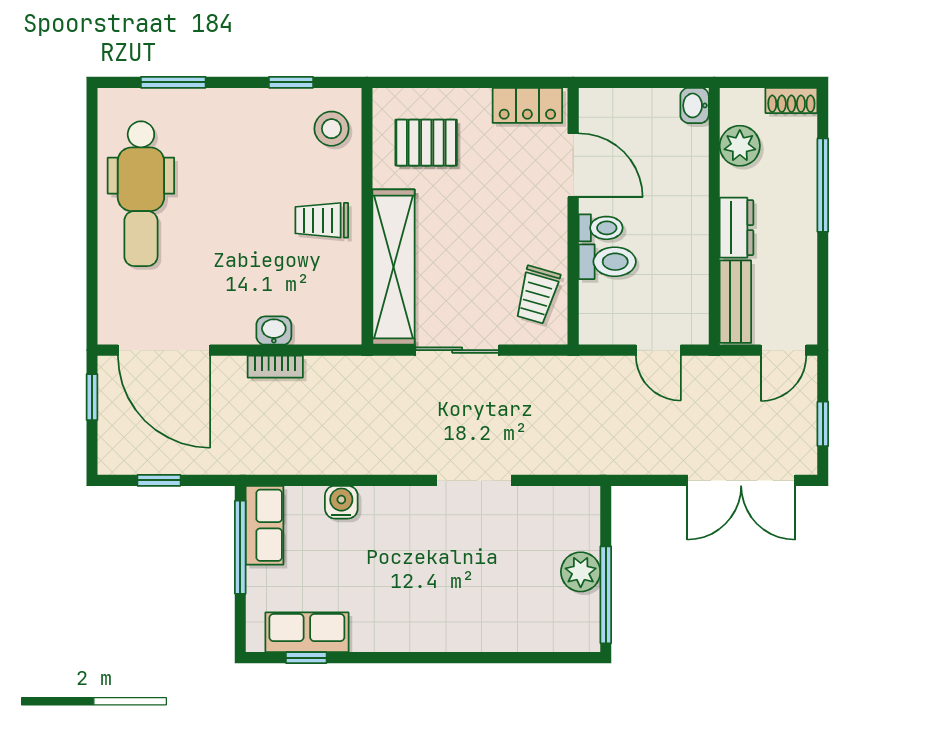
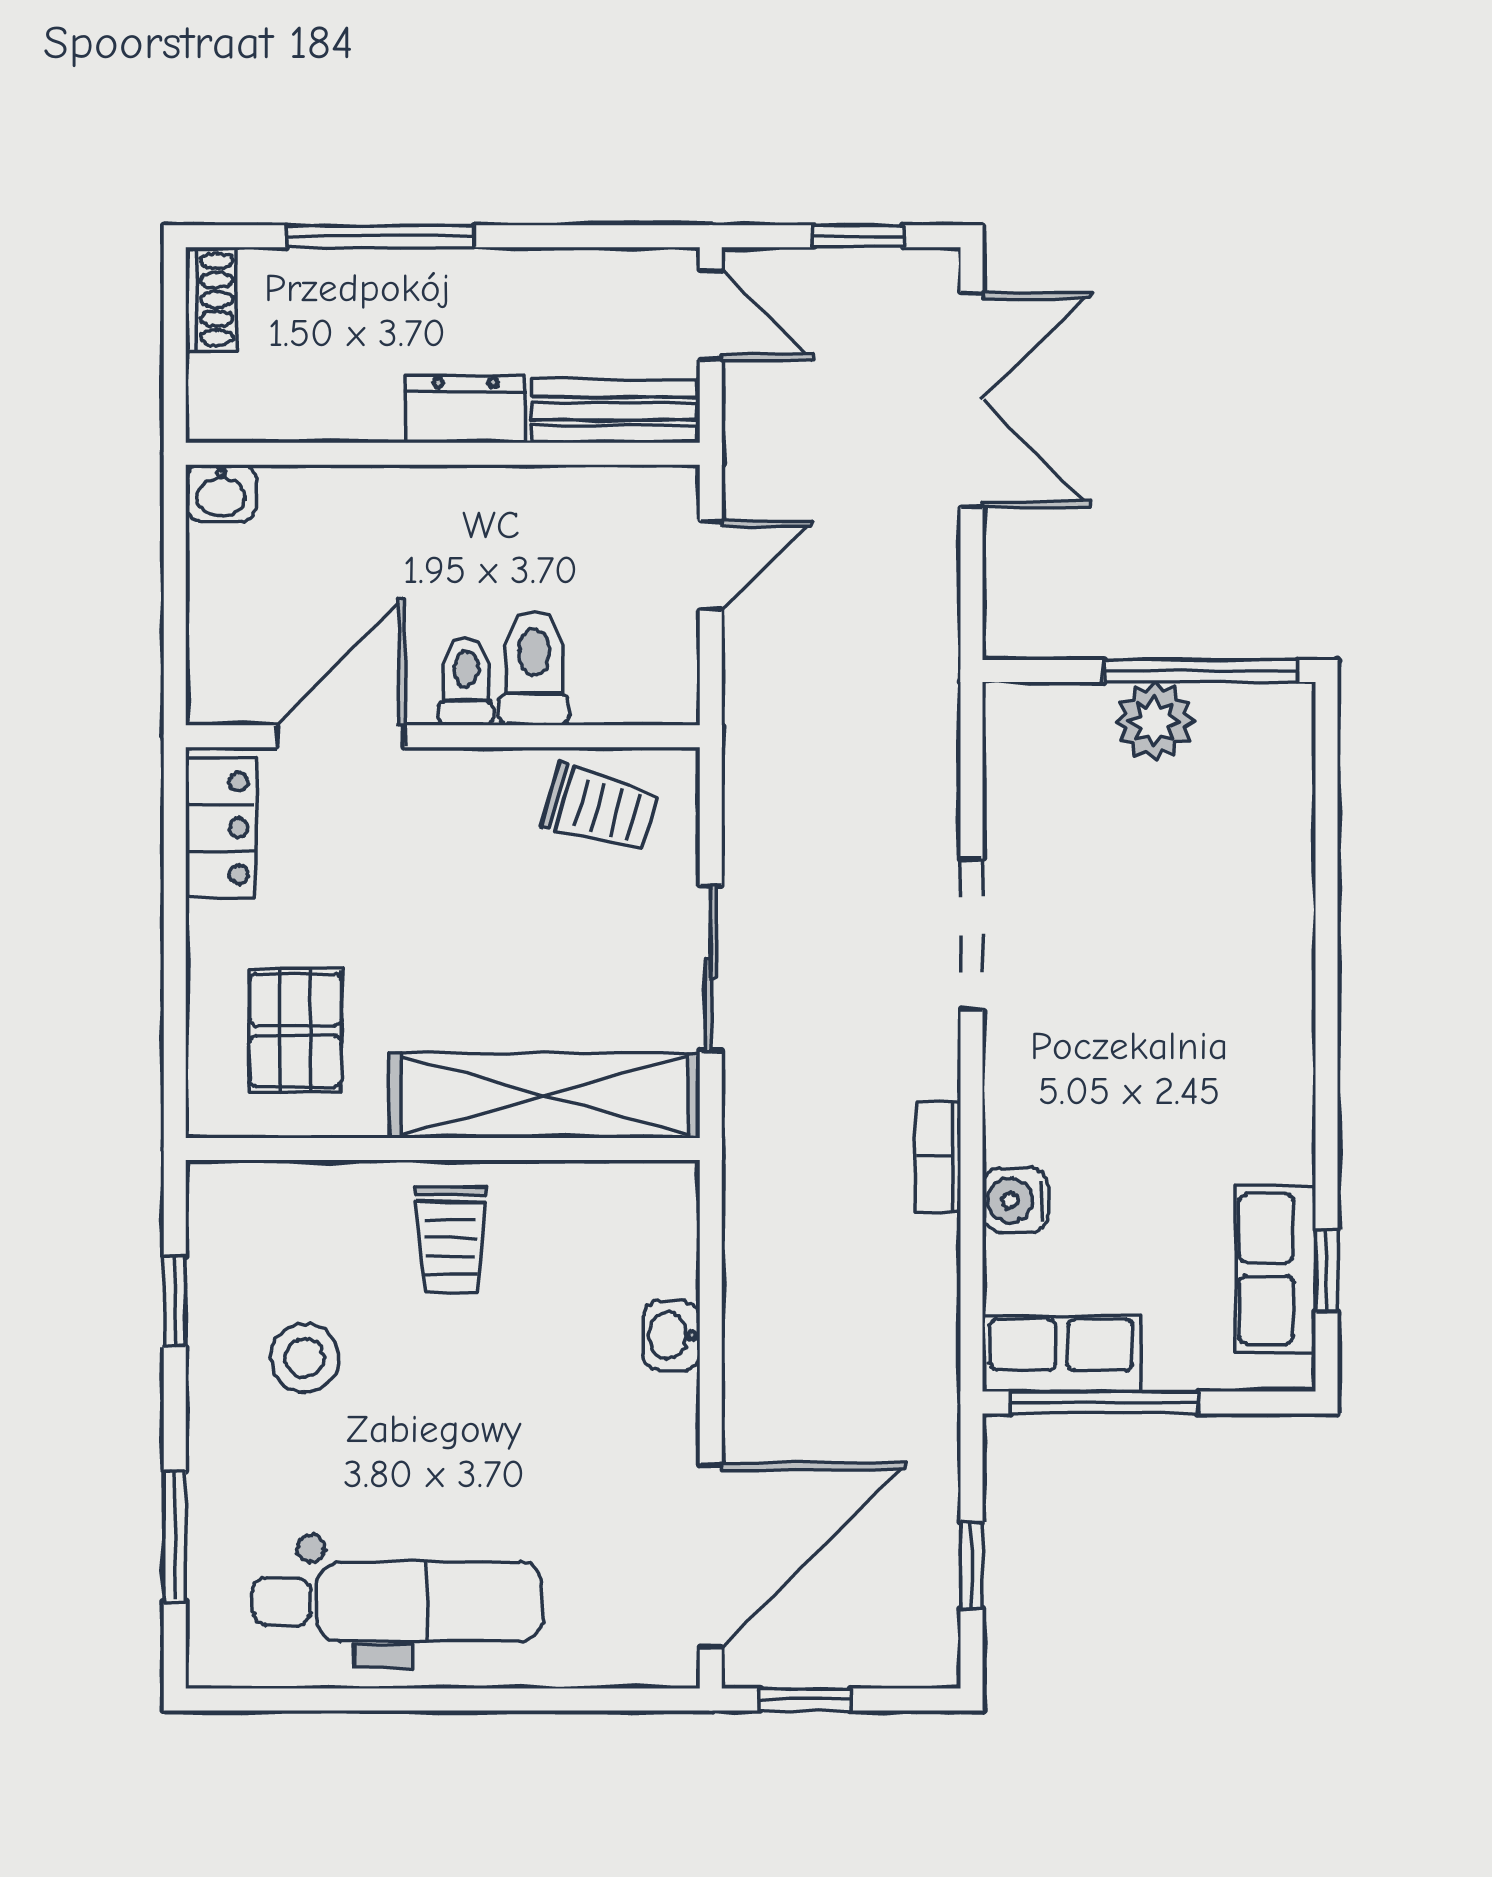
stool: (332, 129) -> (305, 1358), moved
plant: (740, 146) -> (302, 403), removed
bookcase: (275, 367) -> (939, 1157), moved, turned 180

